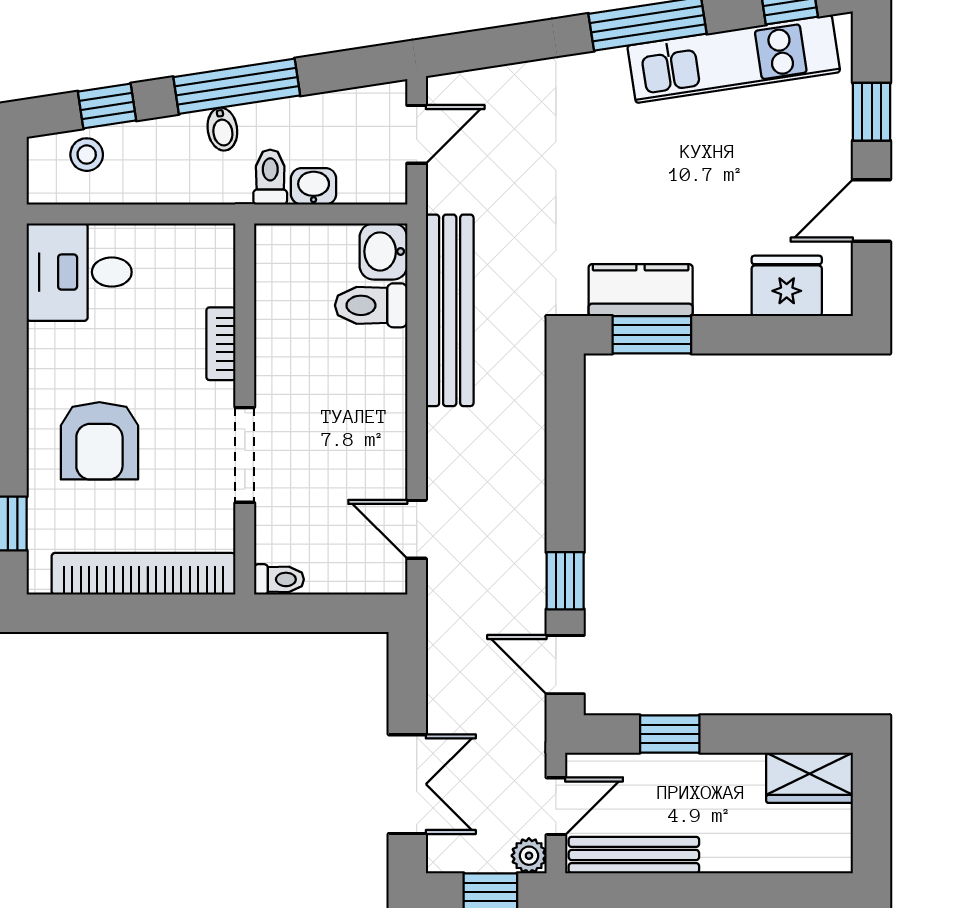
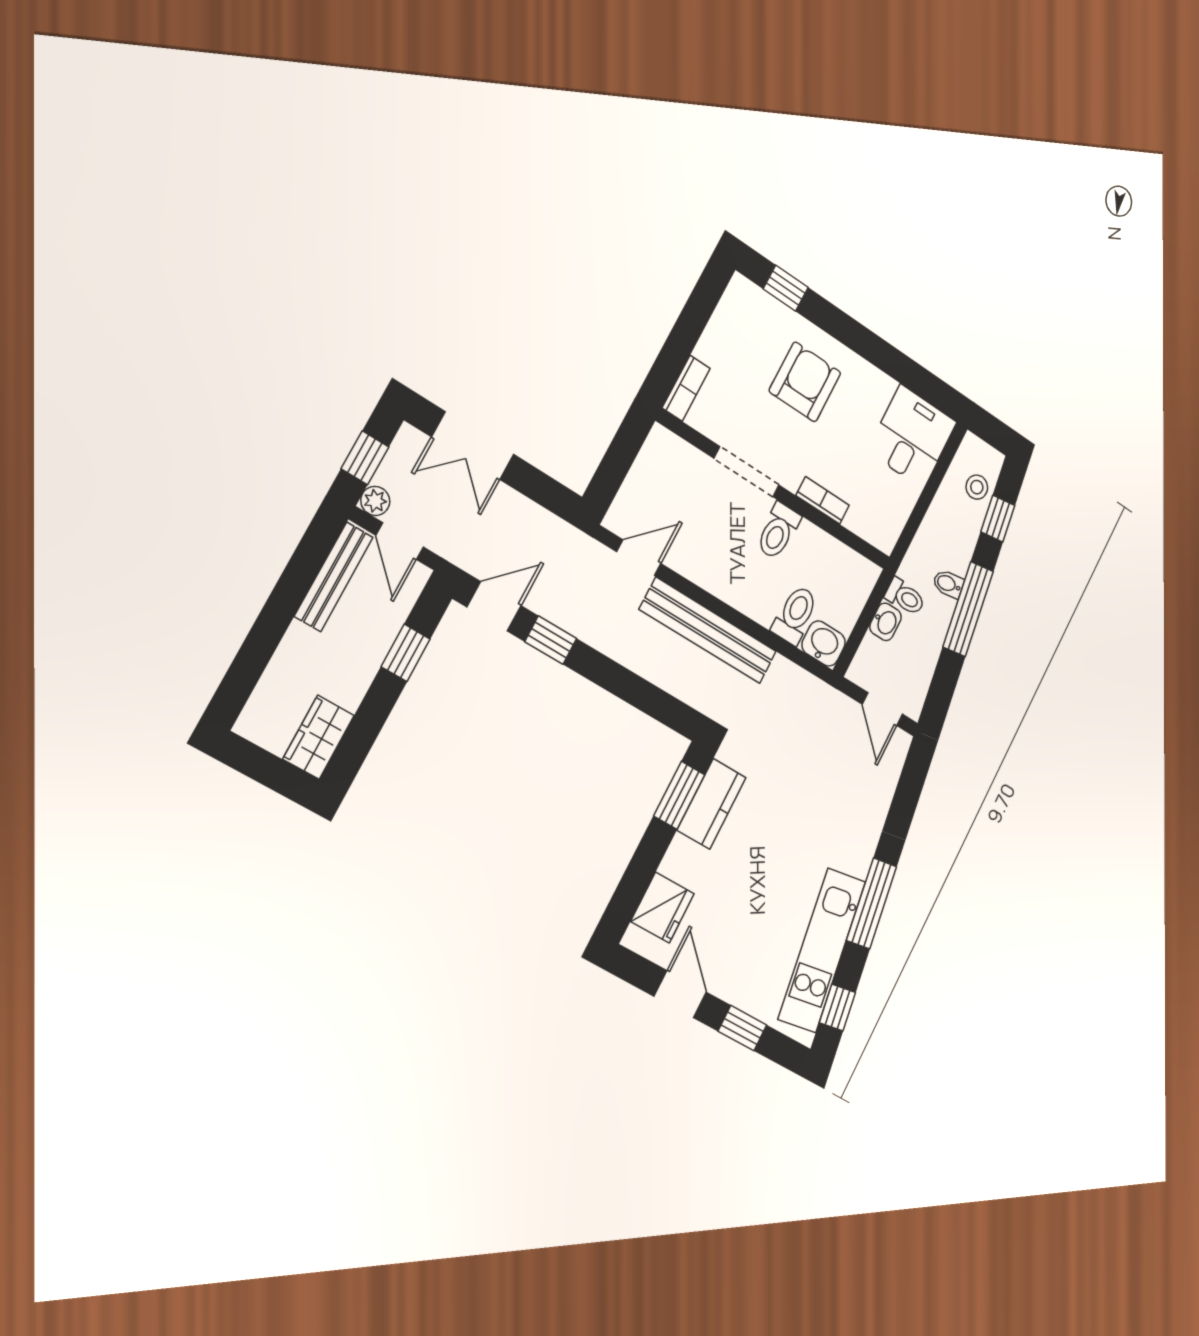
bench: (450, 310) -> (708, 631), moved
armchair: (99, 441) -> (805, 382), turned 90
bookcase: (144, 574) -> (686, 388), width x0.43, depth x0.76
toilet: (279, 579) -> (778, 531), moved, width x1.37, depth x1.39

